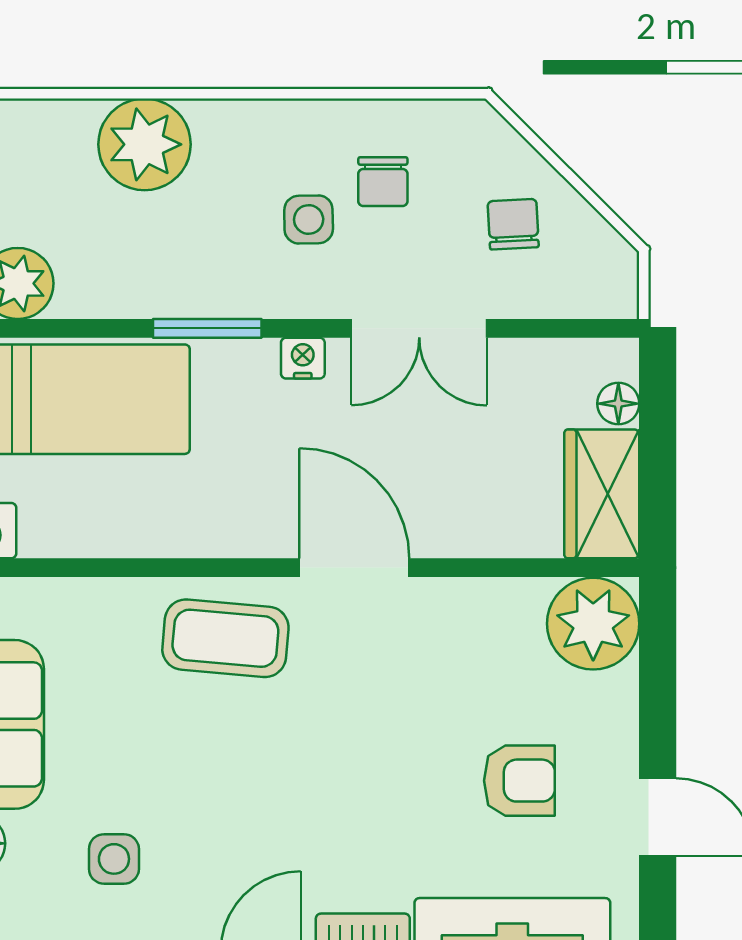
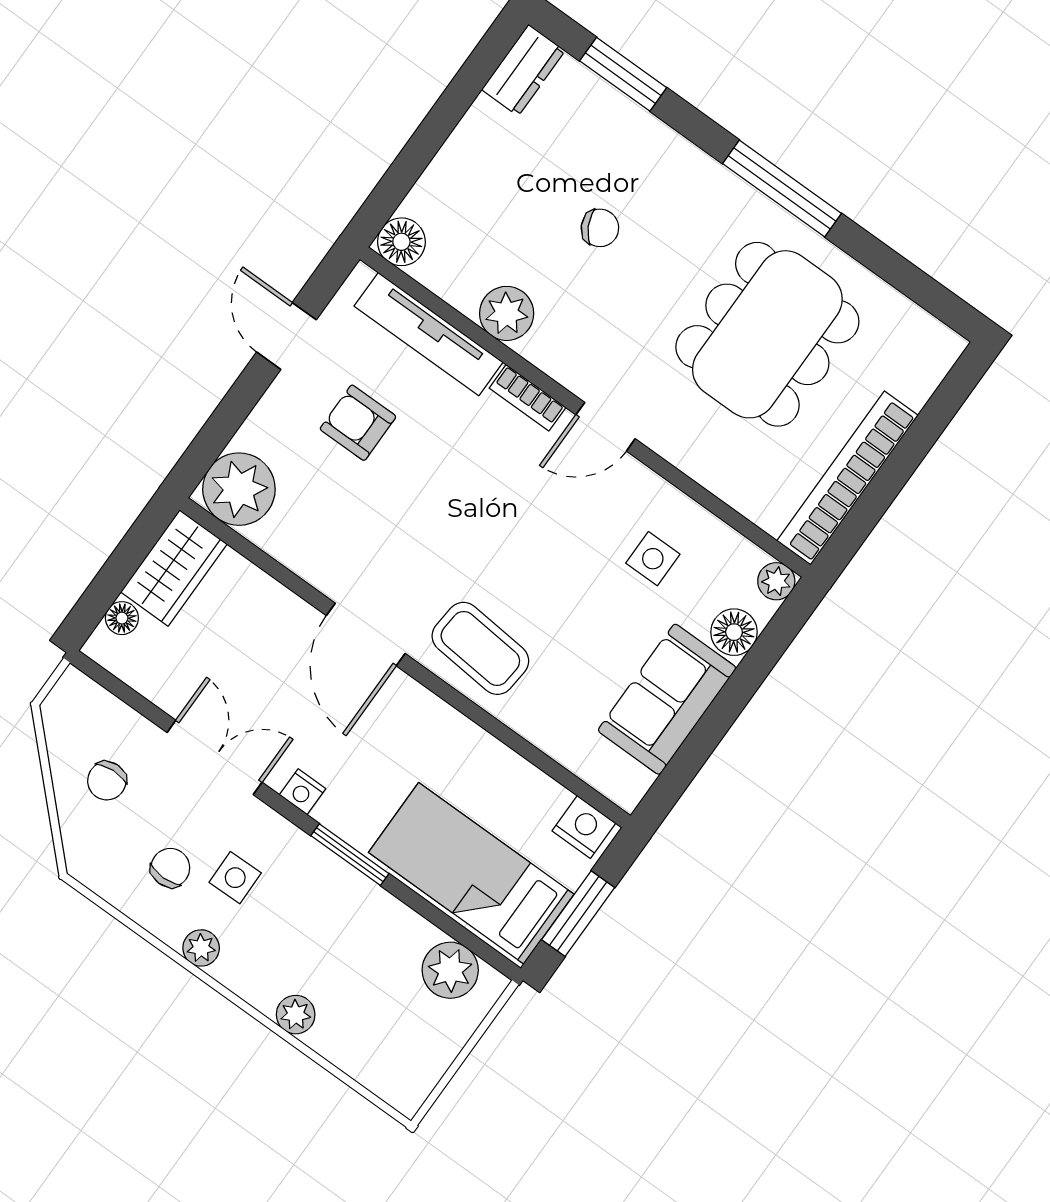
plant: (292, 121) -> (201, 948), added
plant: (145, 144) -> (296, 1015), width x0.53, depth x0.53

